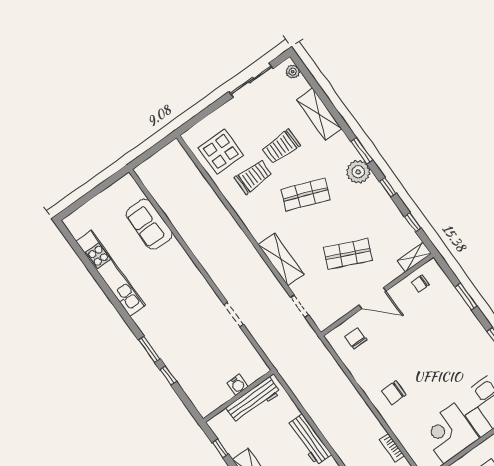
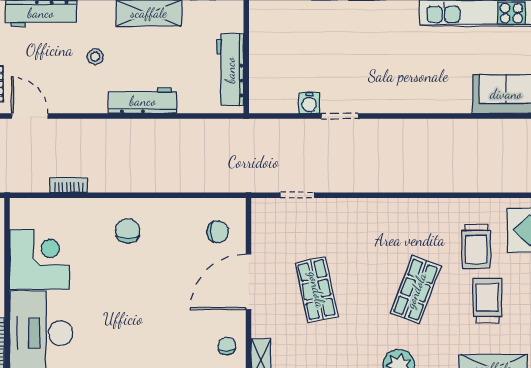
shop shelf: (348, 254) -> (317, 290), turned -36
shelving: (281, 259) -> (363, 212), removed
door: (372, 298) -> (249, 282), width x1.36
water cooler: (238, 385) -> (309, 103), moved, turned -90

